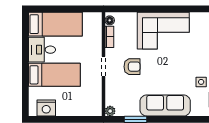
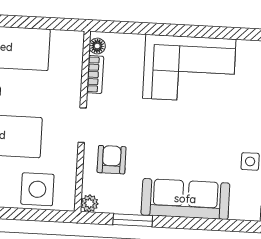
armchair: (132, 67) -> (112, 160), moved, turned -90
side table: (80, 105) -> (37, 189), added

